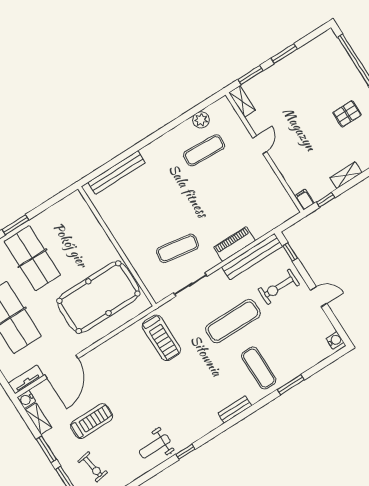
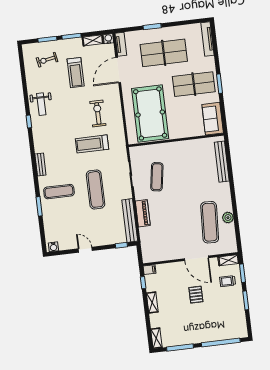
trolley: (270, 90) -> (228, 281), added
pallet: (347, 114) -> (196, 295), moved
plant: (201, 120) -> (228, 218), moved
door: (260, 145) -> (197, 258), width x1.88
exercise mat: (204, 150) -> (210, 222), width x1.36, depth x1.45
sofa: (66, 212) -> (213, 119), added
exercise bike: (279, 287) -> (98, 113), moved
door: (319, 297) -> (85, 250), swing flipped
treadmill: (161, 338) -> (92, 144), moved
door: (61, 367) -> (118, 70), hinge flipped
weight bench: (155, 446) -> (41, 104), turned 180

